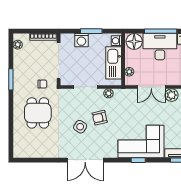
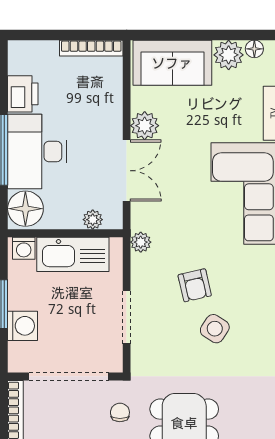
plant: (108, 93) -> (141, 242), moved

